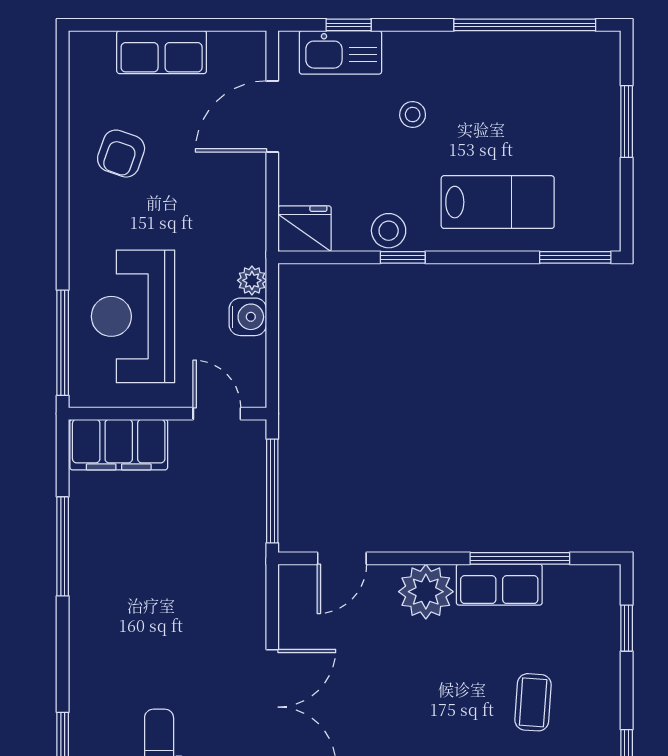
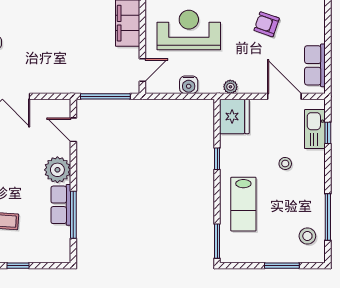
window: (525, 25) -> (328, 217), width x0.68
row of seats: (162, 52) -> (315, 65), moved
fridge: (305, 229) -> (234, 116), width x1.36, depth x1.34
stool: (389, 231) -> (307, 236), moved
plant: (252, 280) -> (230, 87), moved
window: (627, 628) -> (18, 266), moved

